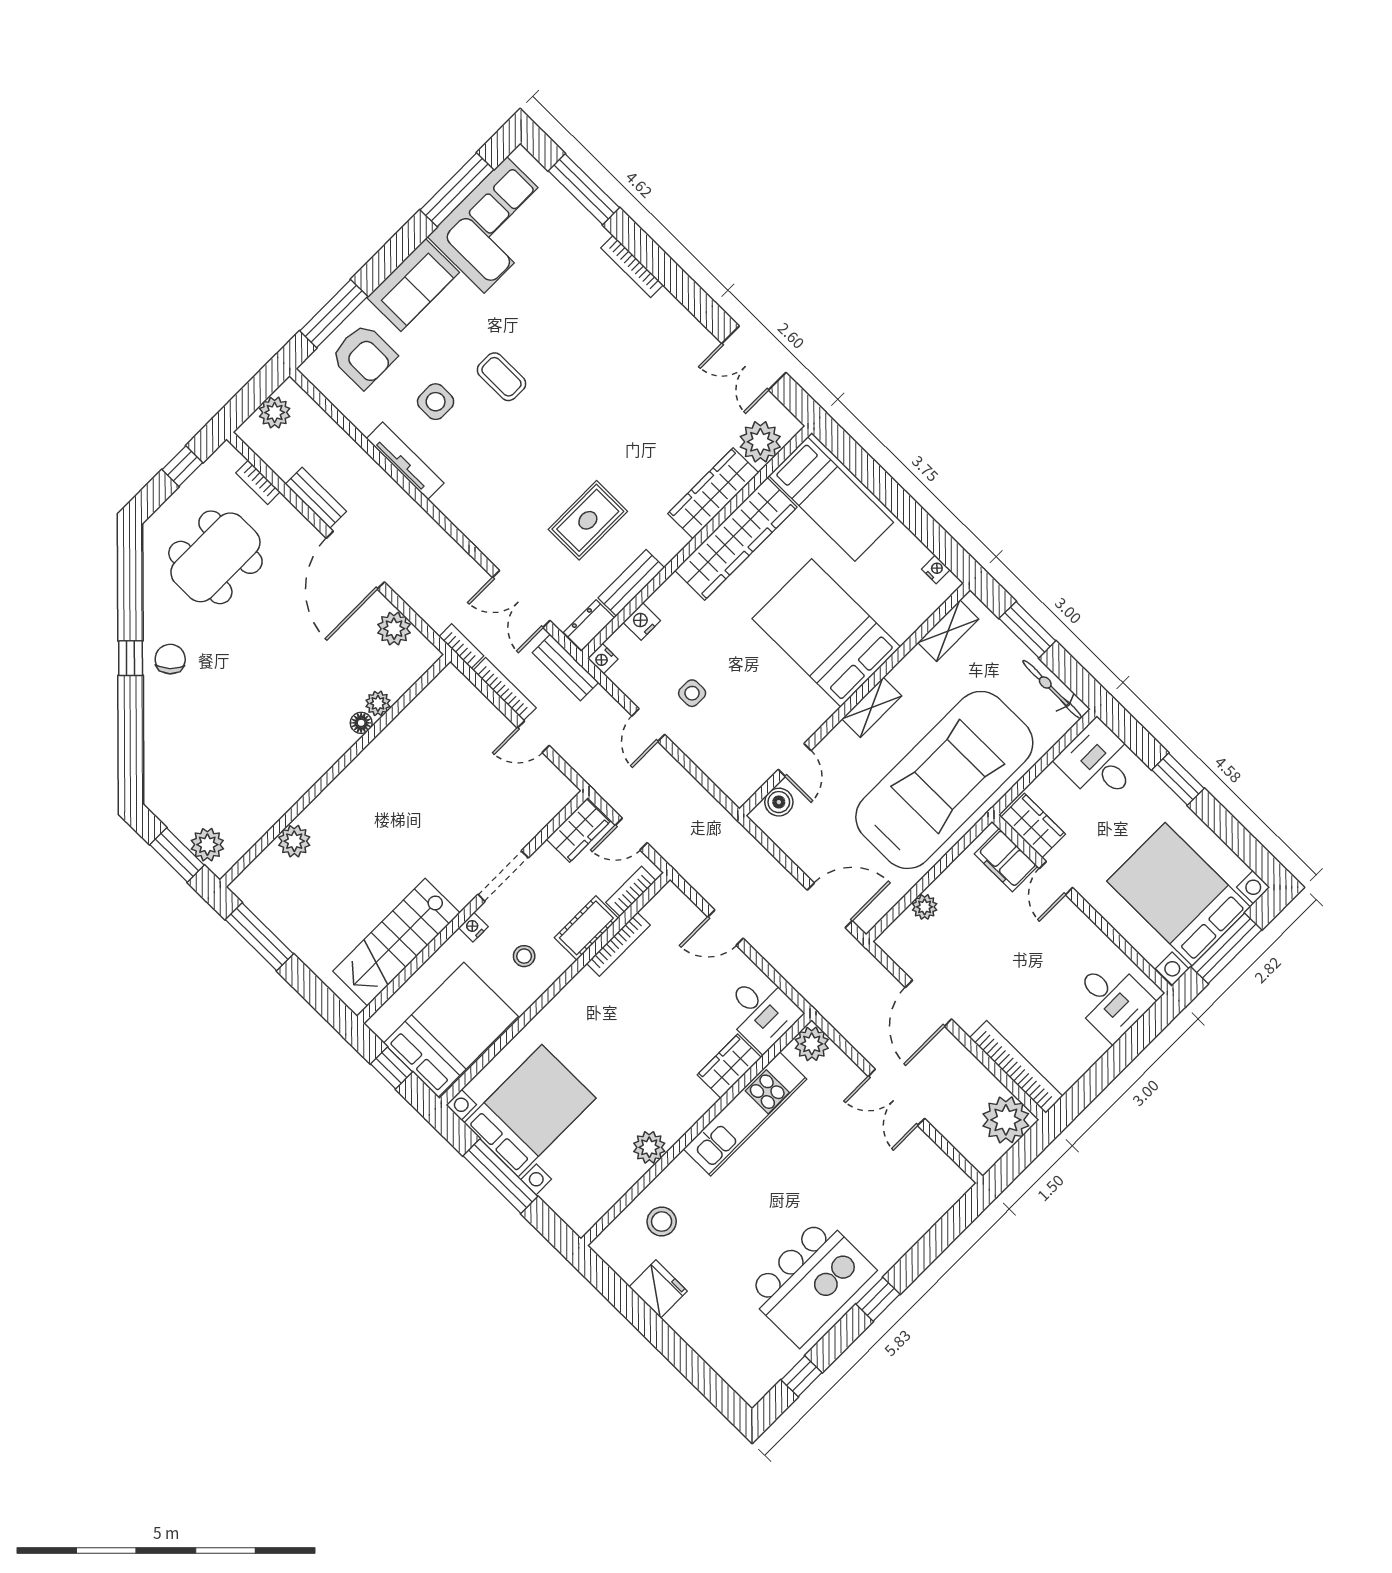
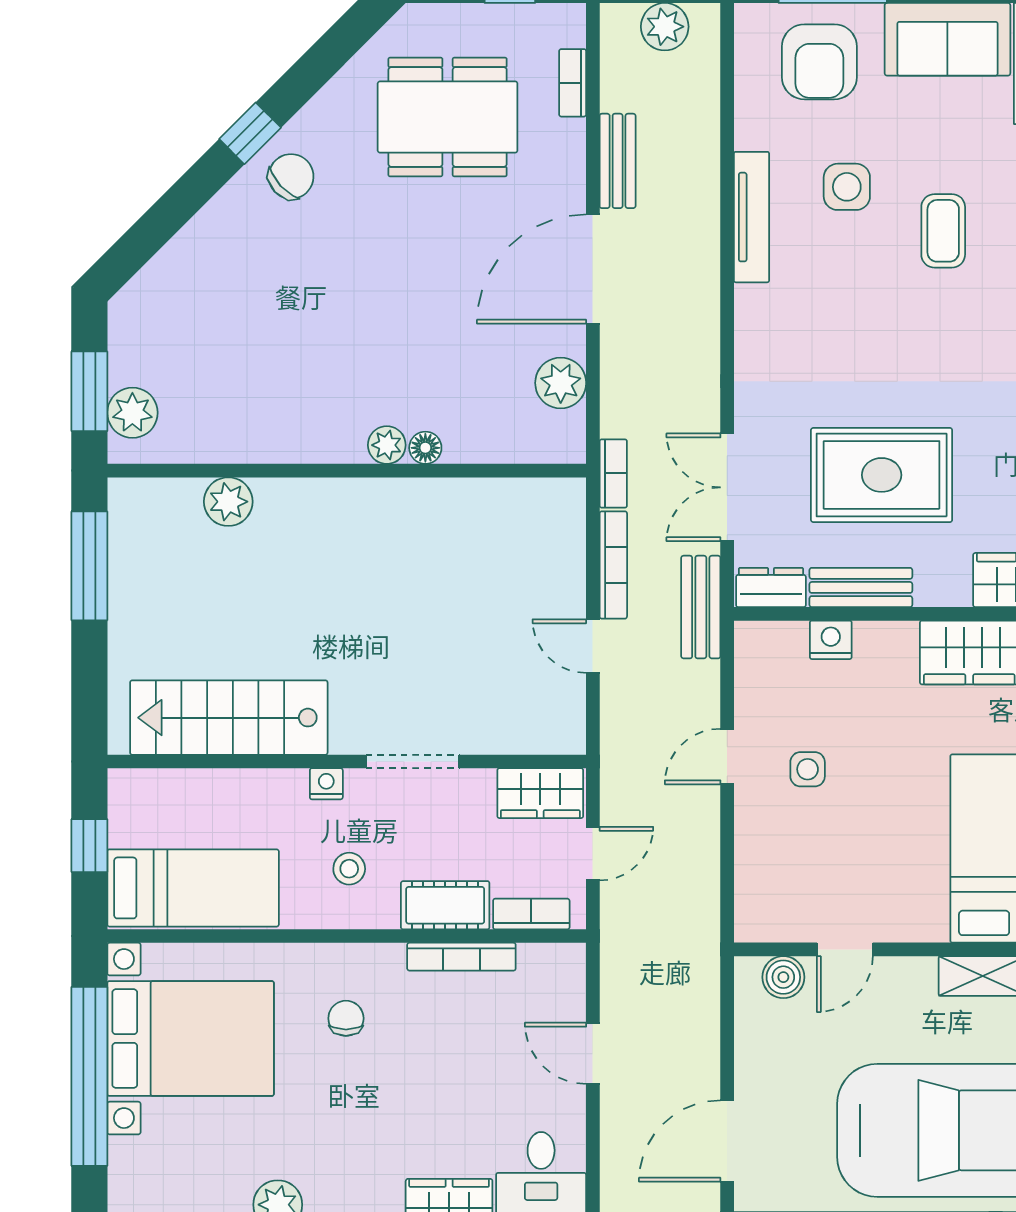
rug: (588, 520) -> (882, 475), width x1.36, depth x1.43
nightstand: (603, 659) -> (750, 637), removed
plant: (378, 703) -> (387, 445), moved
door: (631, 834) -> (593, 854), swing flipped
door: (830, 905) -> (727, 1141), swing flipped
chair: (593, 1028) -> (346, 1018), added
bed: (451, 1030) -> (193, 888), width x0.67
window: (500, 1176) -> (89, 1076), width x1.46

